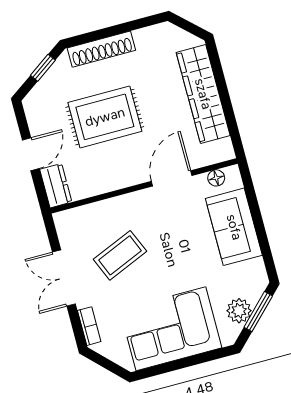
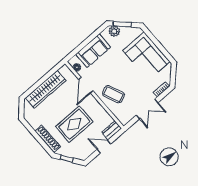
rug: (105, 117) -> (74, 124), turned 90
door: (172, 178) -> (86, 85), hinge flipped
coffee table: (120, 255) -> (113, 94), moved
plant: (239, 311) -> (114, 31), moved

